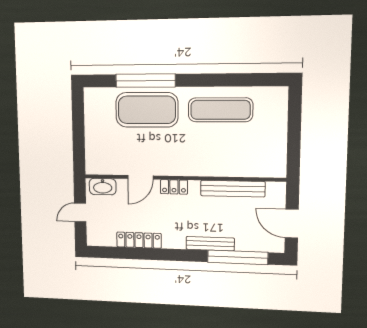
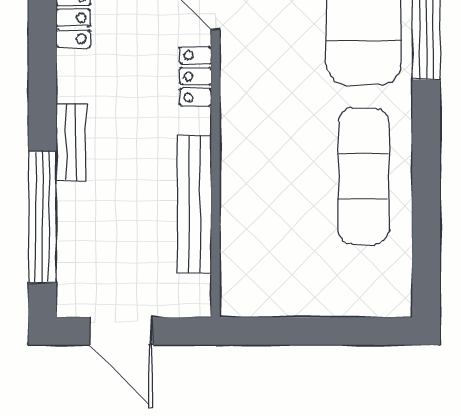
door: (292, 224) -> (121, 331), swing flipped
bench: (210, 244) -> (71, 143), width x0.73

